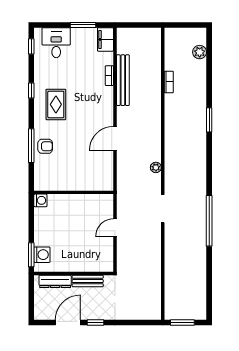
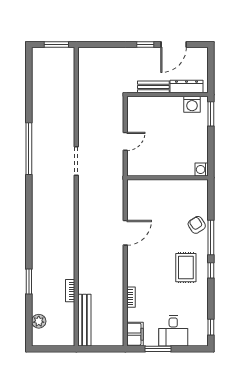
desk: (56, 43) -> (173, 331), moved
bench: (123, 80) -> (84, 320), moved
window: (31, 90) -> (211, 270), moved
window: (209, 120) -> (29, 282), moved
window: (31, 146) -> (211, 237), moved
armchair: (45, 146) -> (197, 225), turned 58
plant: (156, 167) -> (83, 203), removed
washing machine: (42, 255) -> (192, 104), moved, turned -90

